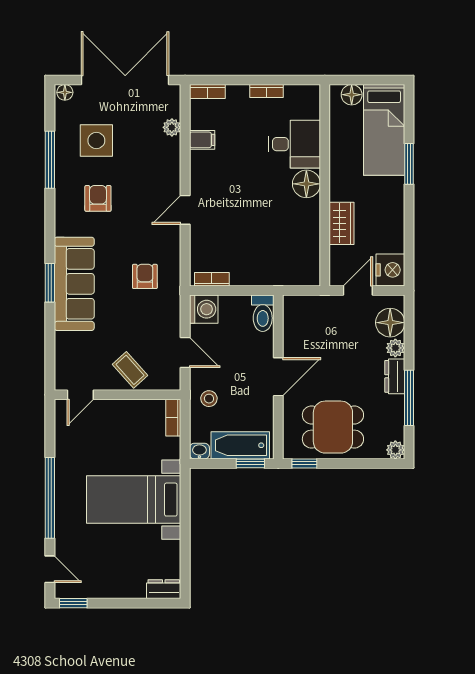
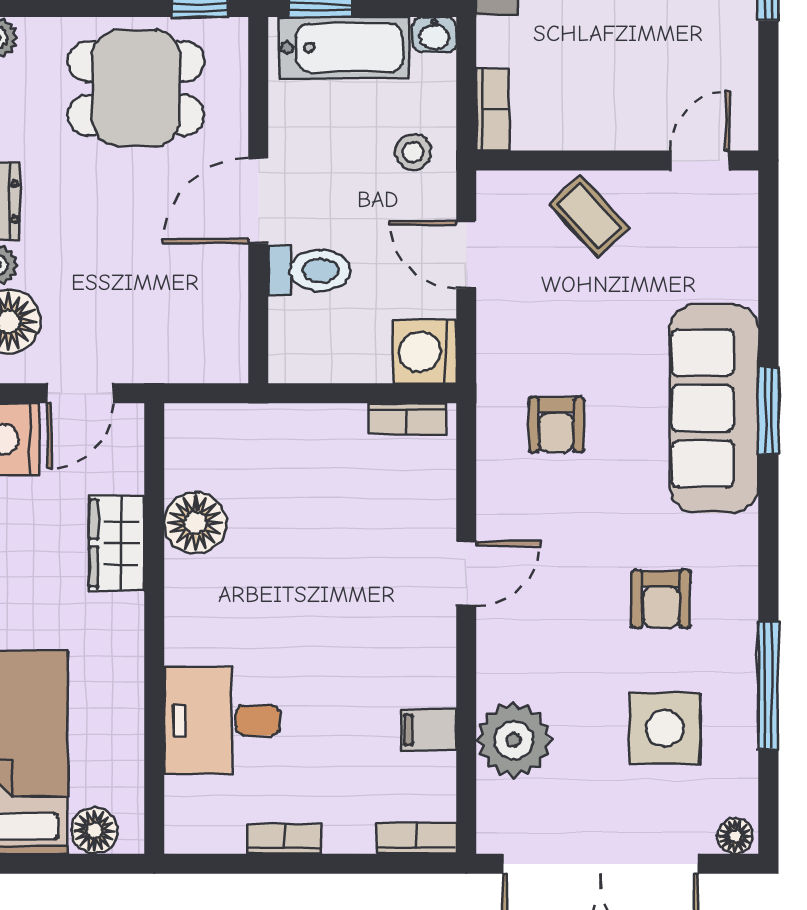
plant: (172, 127) -> (514, 740), width x1.87, depth x1.87
floor lamp: (306, 184) -> (195, 523), moved
toilet: (263, 313) -> (309, 270), moved, turned 90

